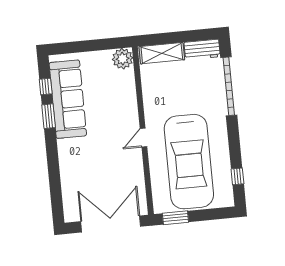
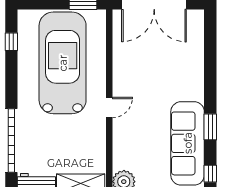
window: (46, 86) -> (210, 174), moved
door: (144, 138) -> (109, 107), moved

